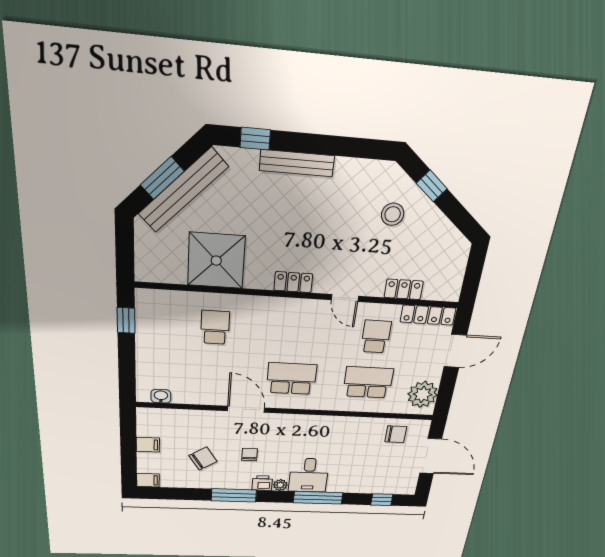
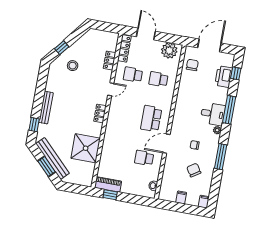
piano: (147, 314) -> (108, 184), added
school desk: (215, 327) -> (144, 158), moved
school desk: (368, 382) -> (158, 79), width x0.54
printer: (262, 483) -> (224, 77), moved, width x1.87, depth x1.48

